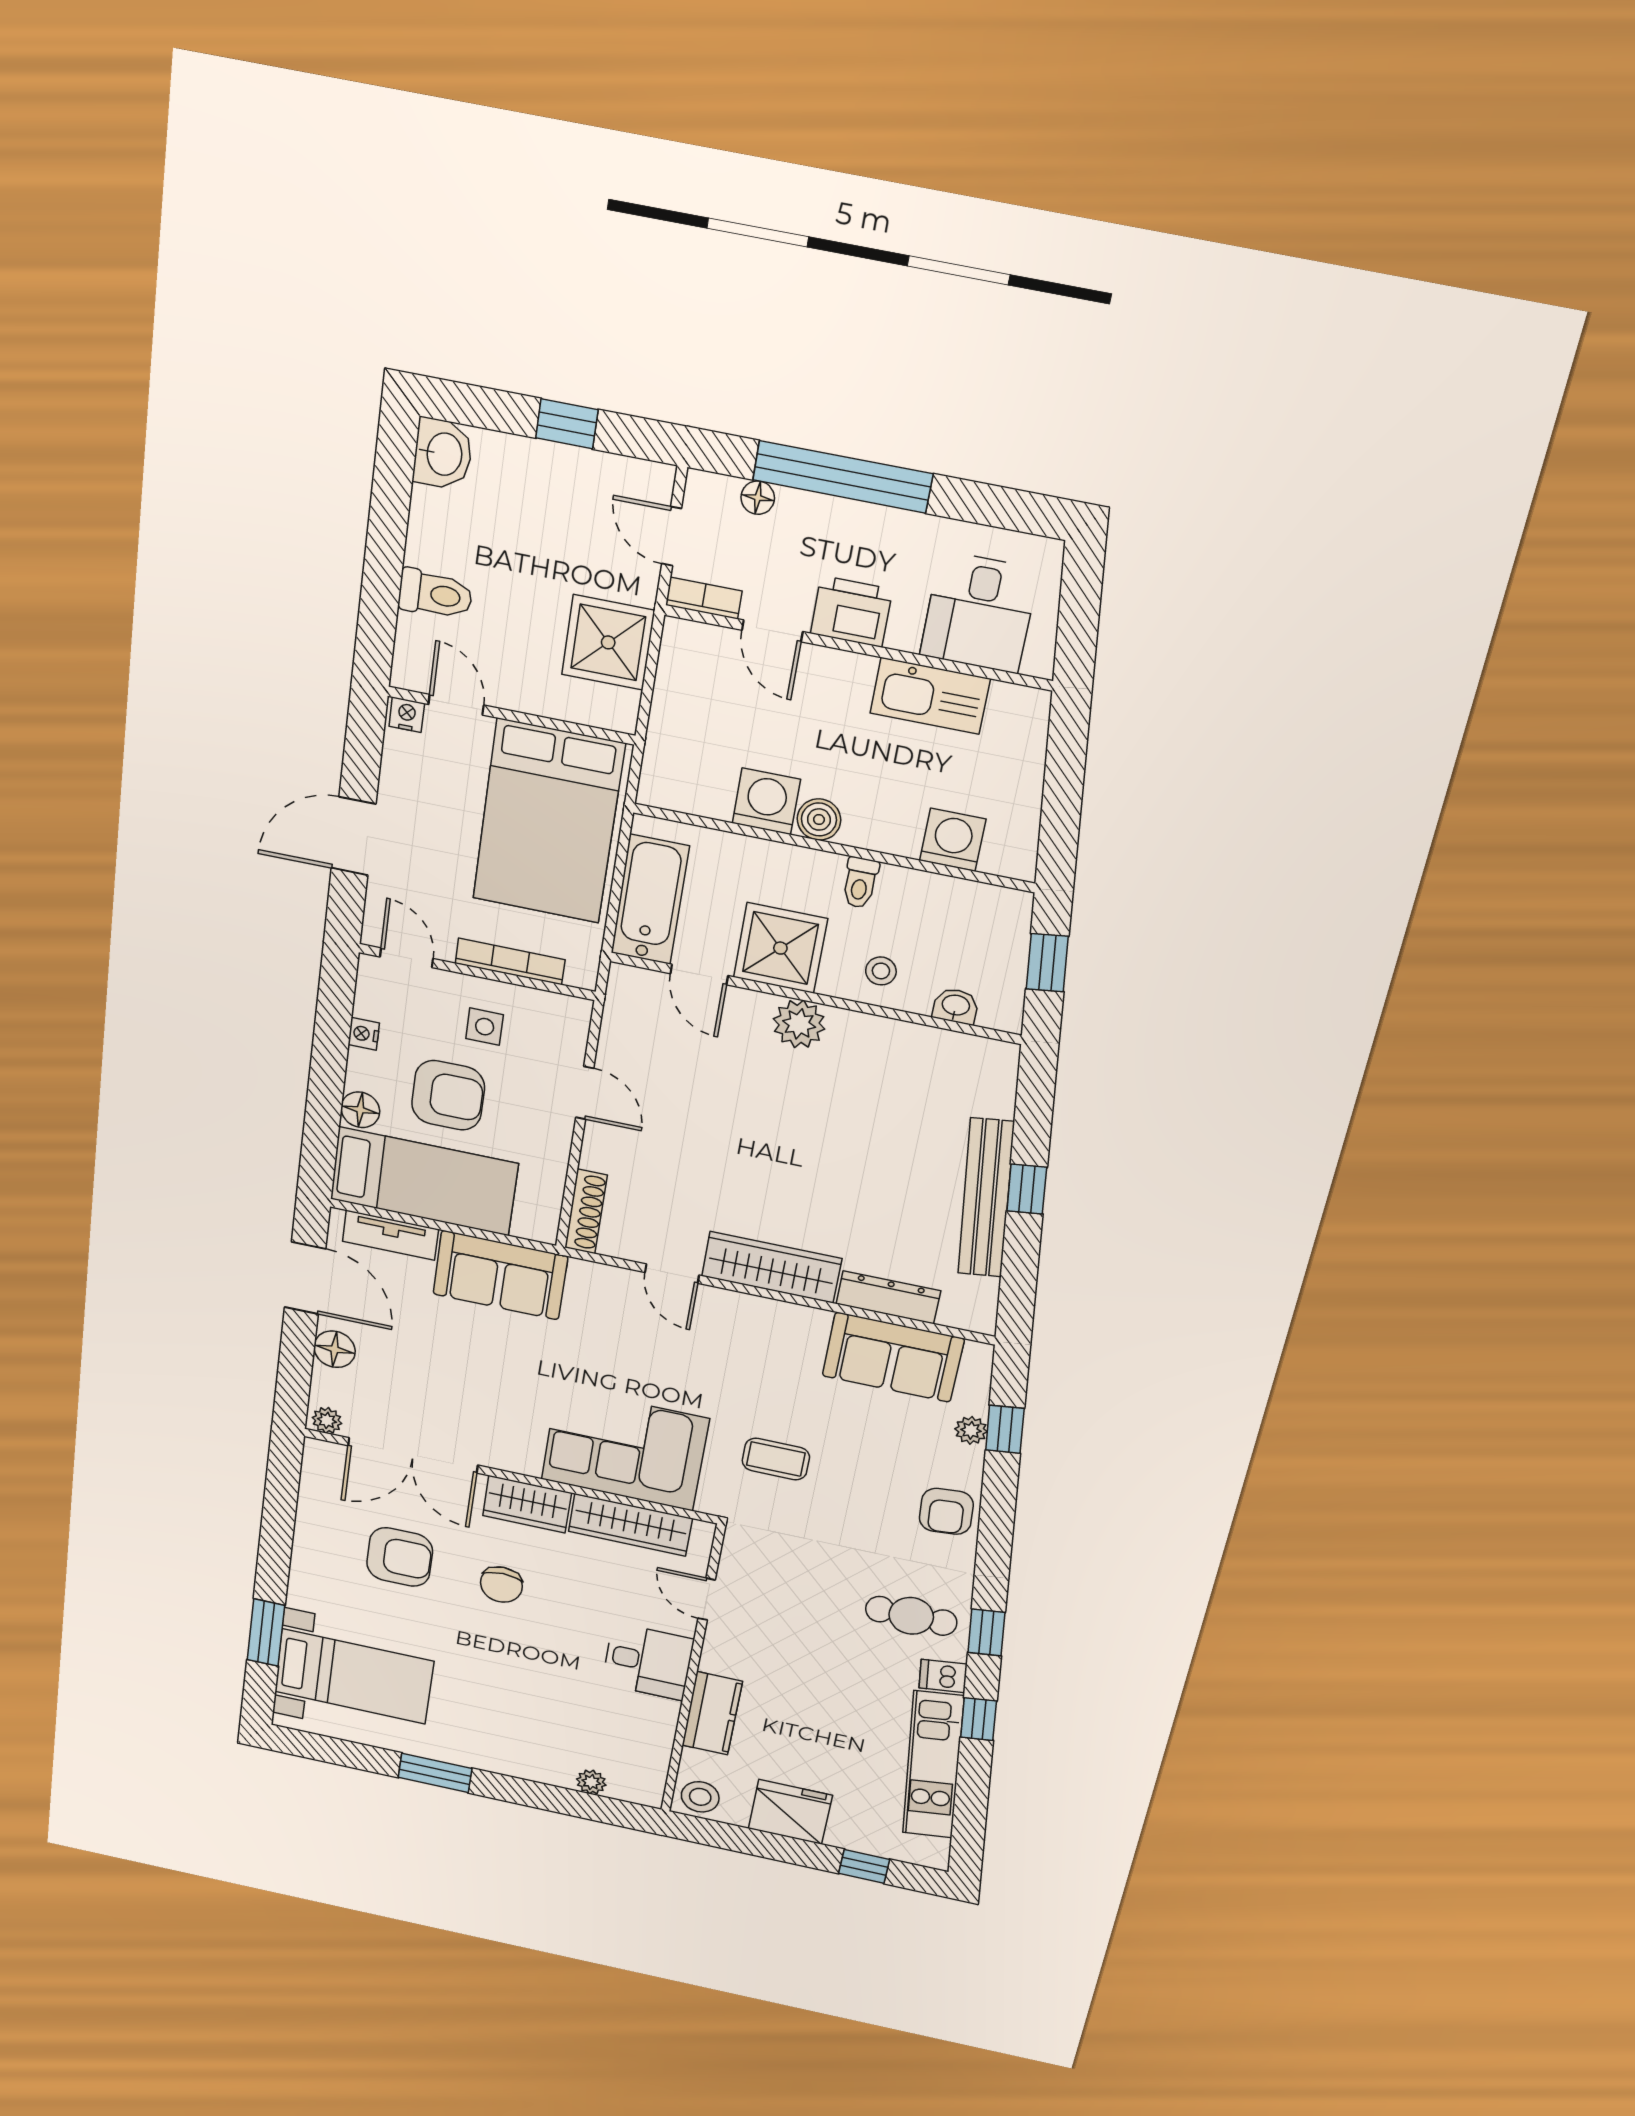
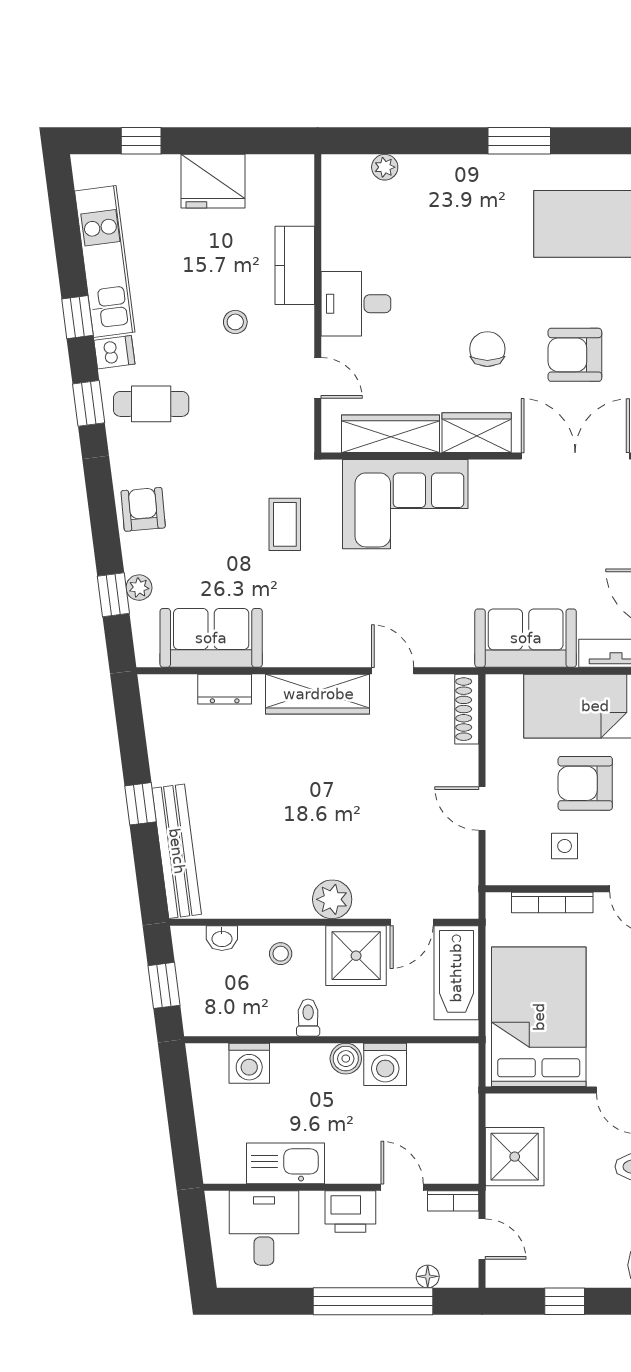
door: (699, 975) -> (412, 922), swing flipped
bench: (986, 1198) -> (177, 851), moved
dresser: (888, 1297) -> (225, 689), width x0.70
coffee table: (776, 1459) -> (285, 524), turned 90
stool: (700, 1797) -> (235, 322), moved, width x0.73, depth x0.73

